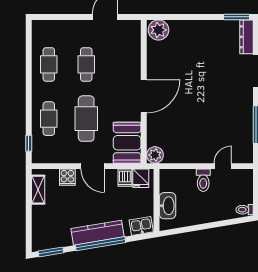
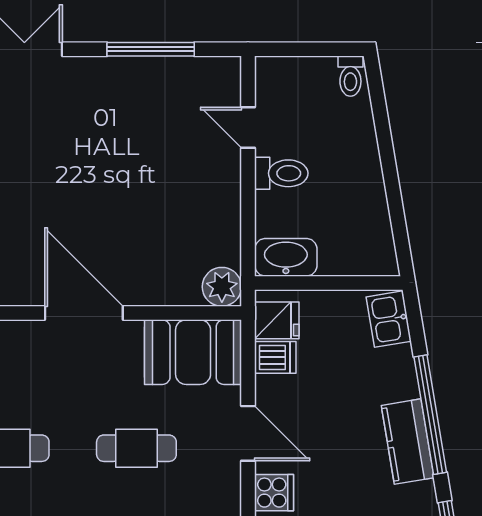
cafe table: (86, 119) -> (136, 448), width x0.73, depth x0.74
door: (93, 166) -> (248, 433), hinge flipped
washbasin: (167, 206) -> (286, 257), moved
kitchen counter: (98, 233) -> (408, 442), width x0.67

